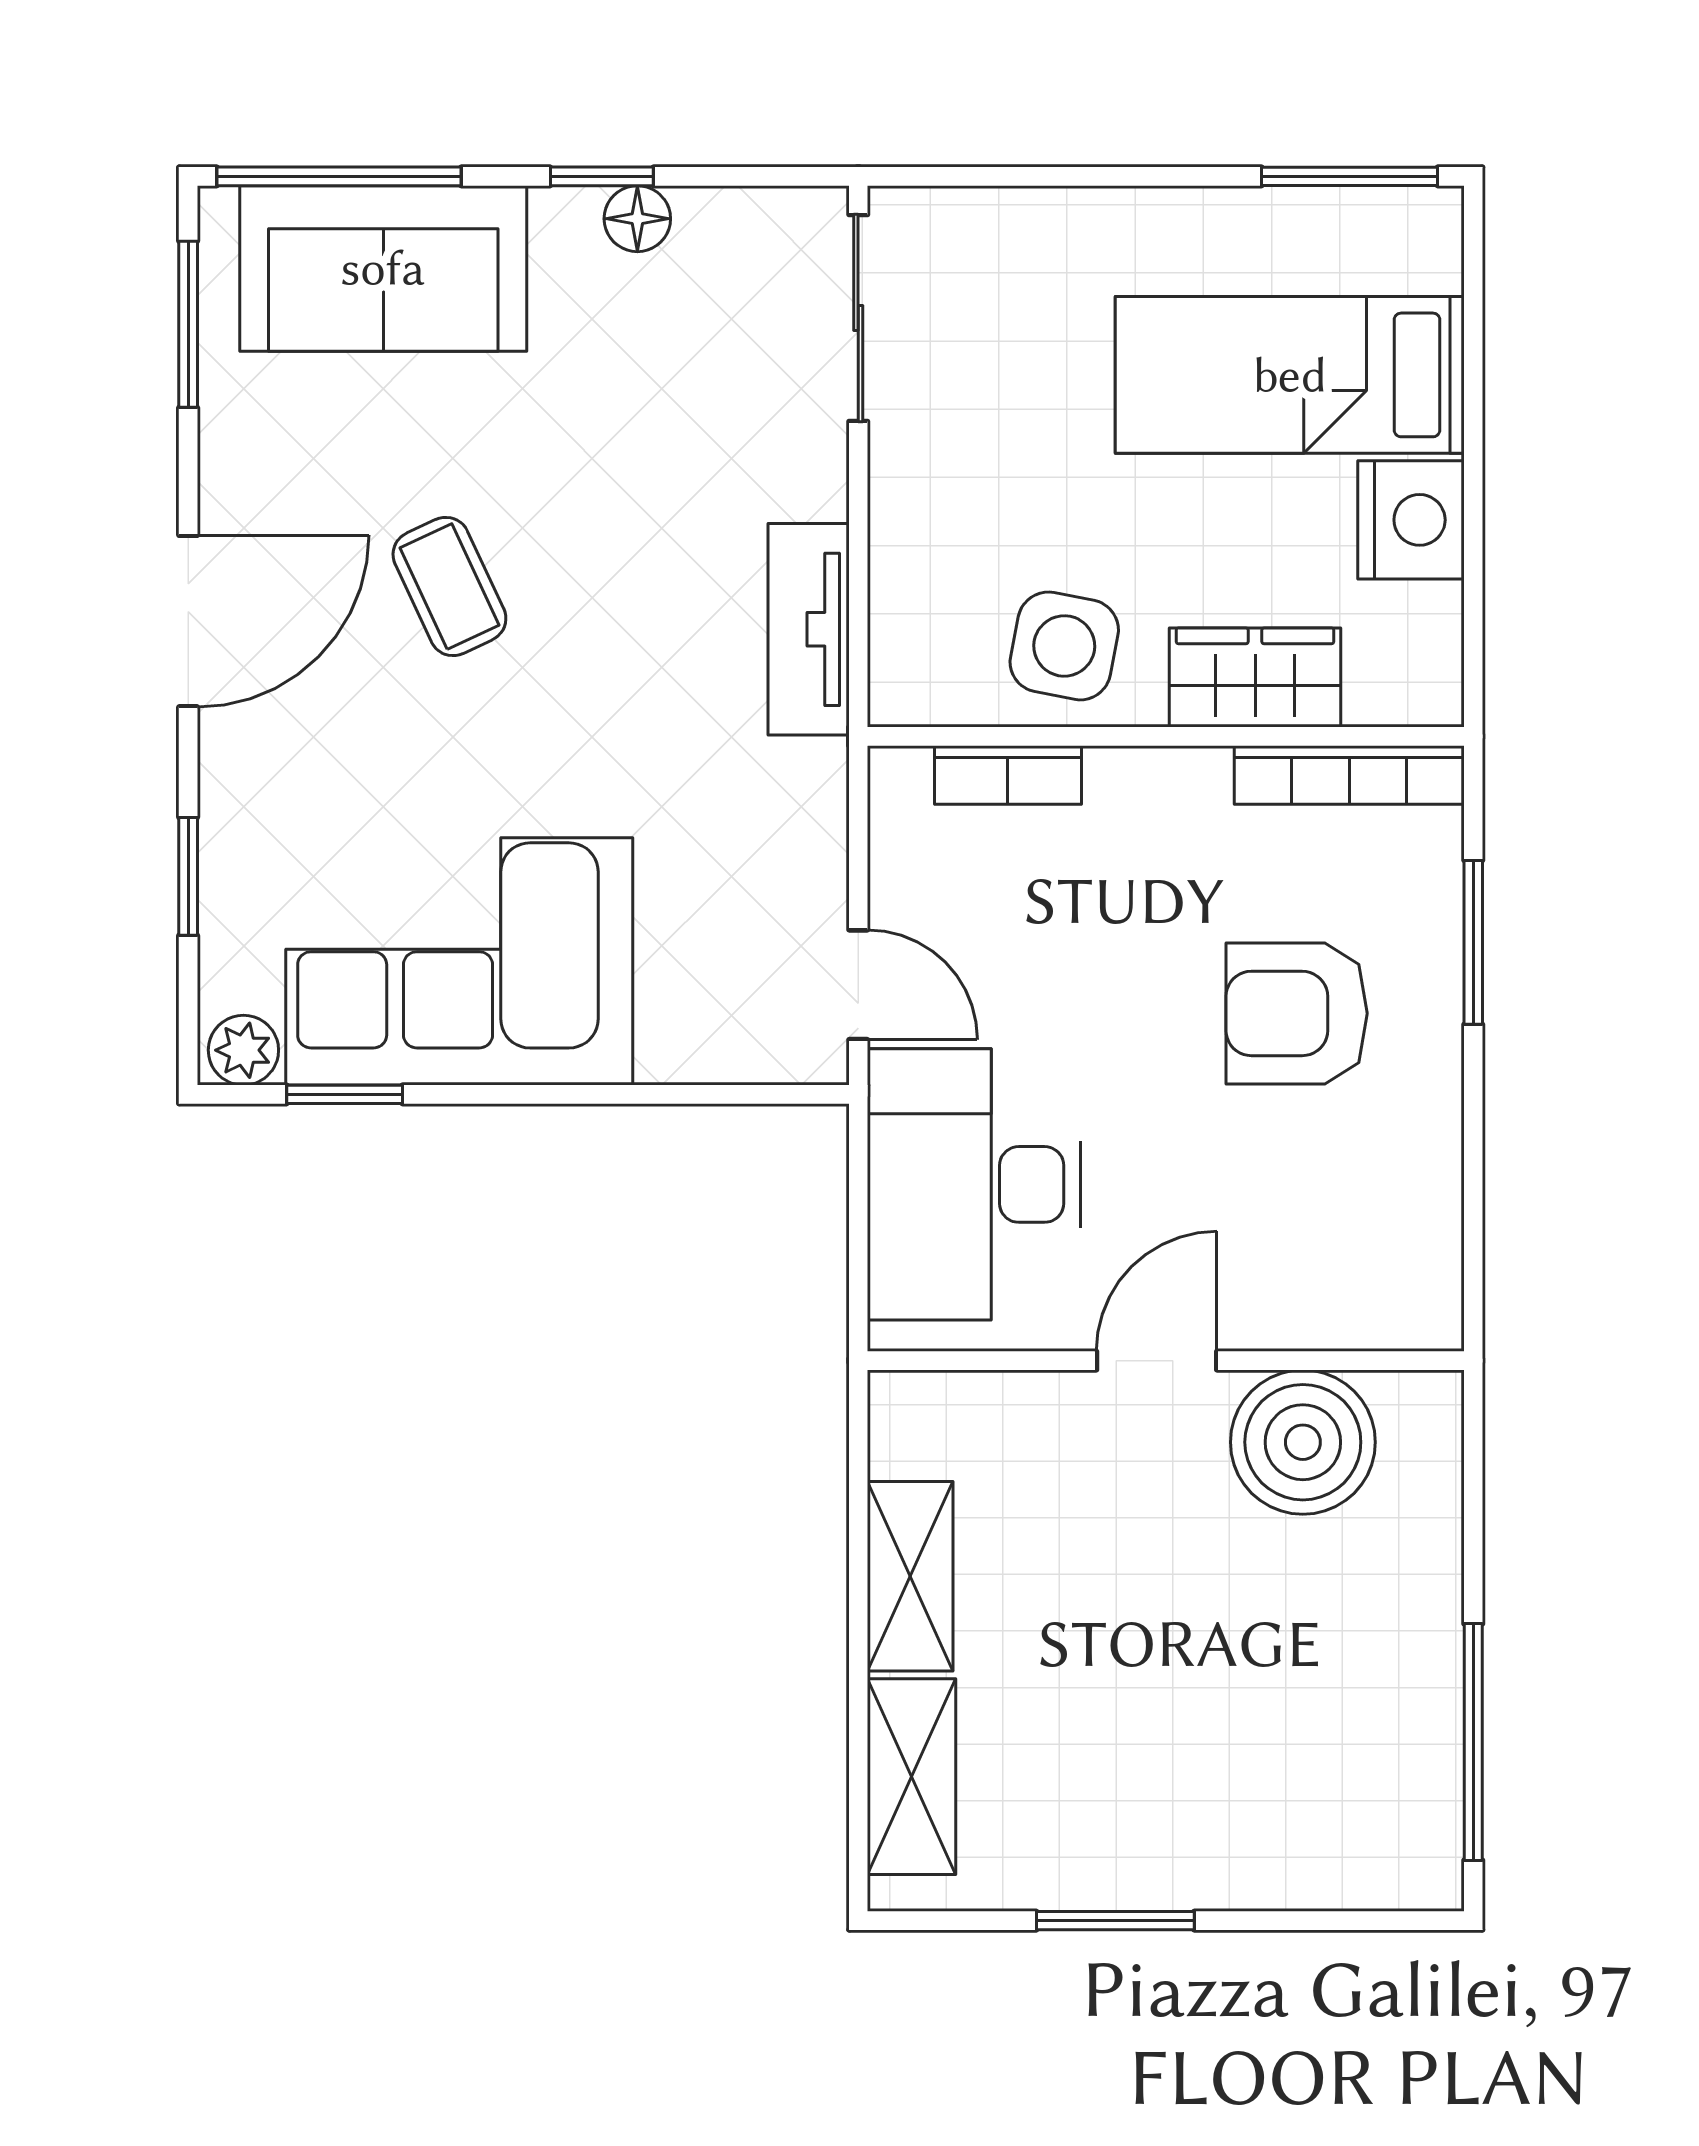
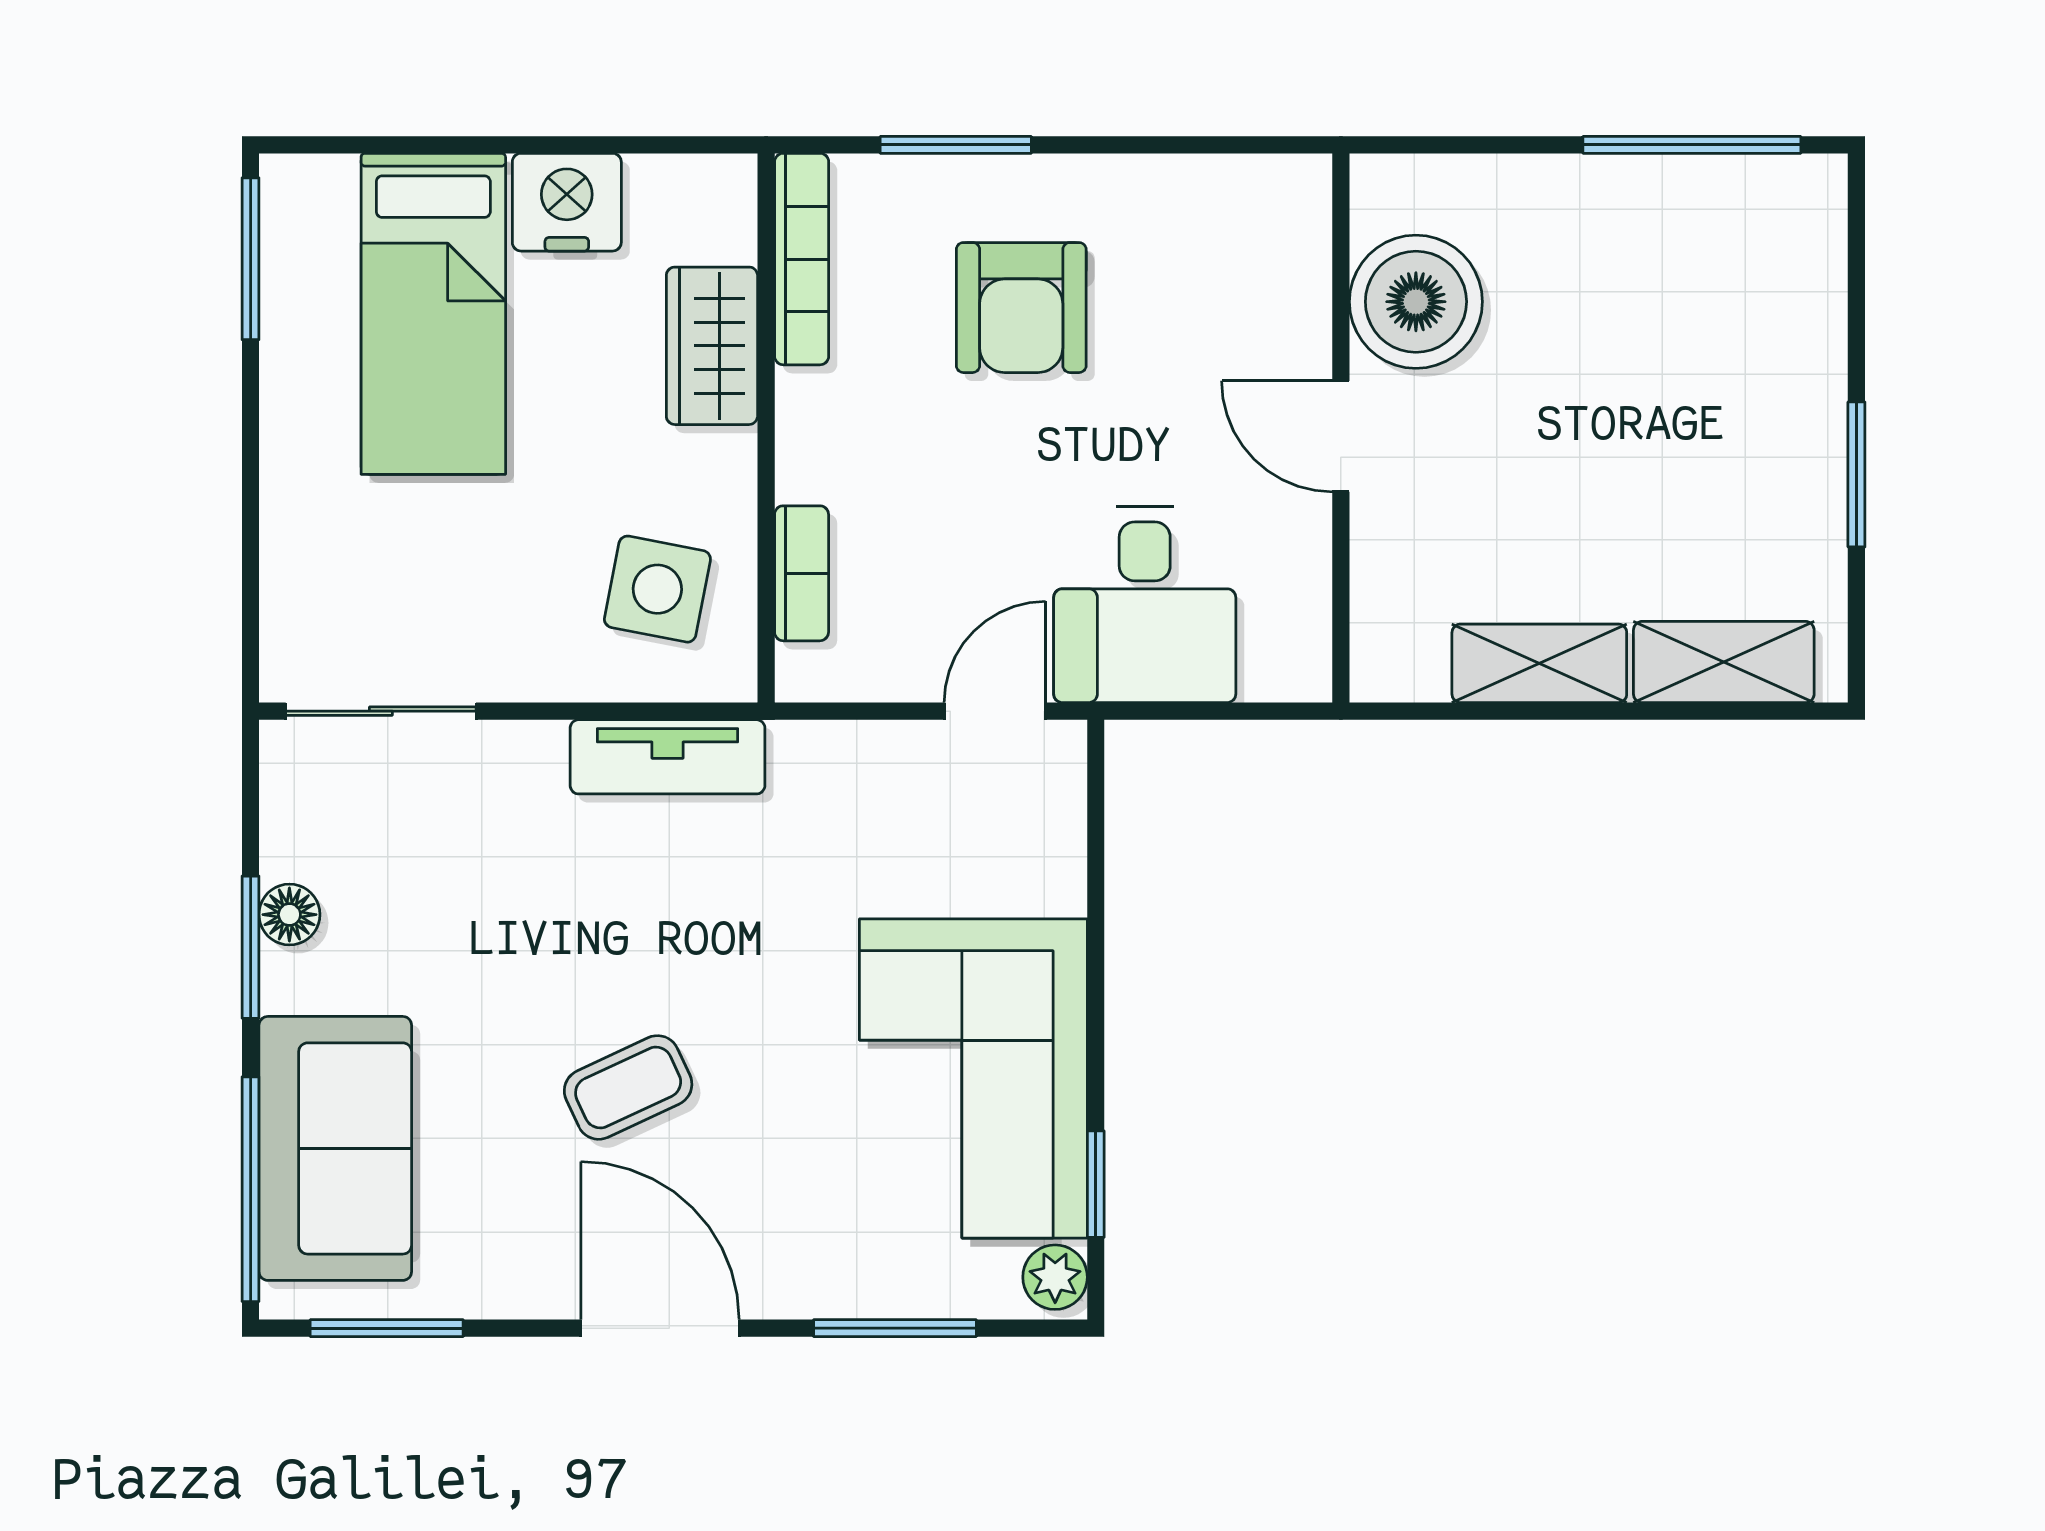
window: (602, 176) -> (251, 947), width x1.50
side table: (1064, 646) -> (657, 589), moved
window: (188, 876) -> (895, 1328), width x1.50
desk: (974, 1184) -> (1145, 604), width x0.73

